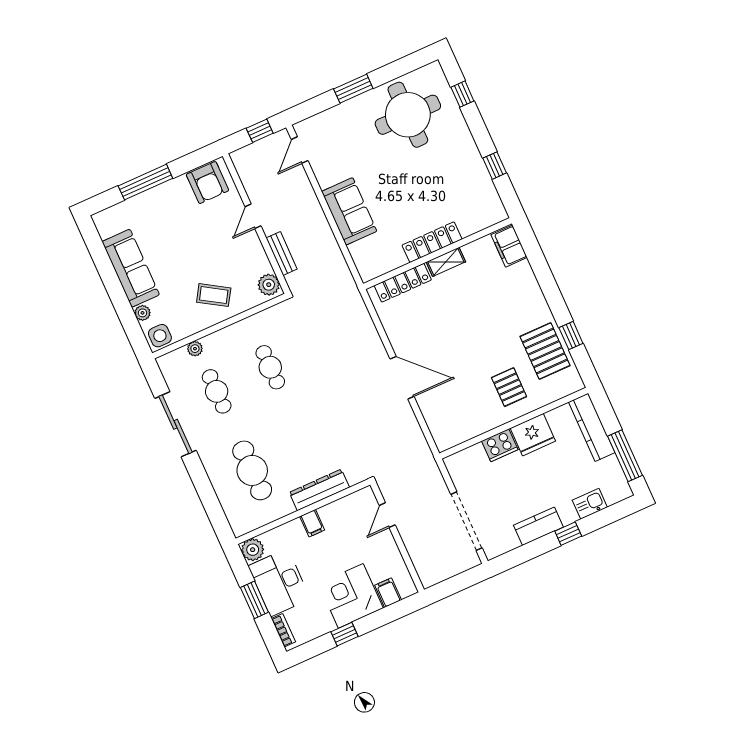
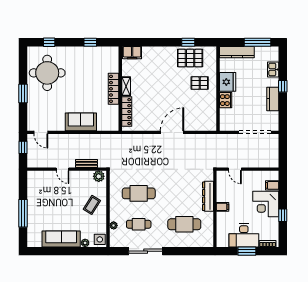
armchair: (207, 183) -> (37, 184), removed
cafe table: (270, 367) -> (139, 193), width x1.37, depth x1.35
plant: (253, 550) -> (222, 241), removed

